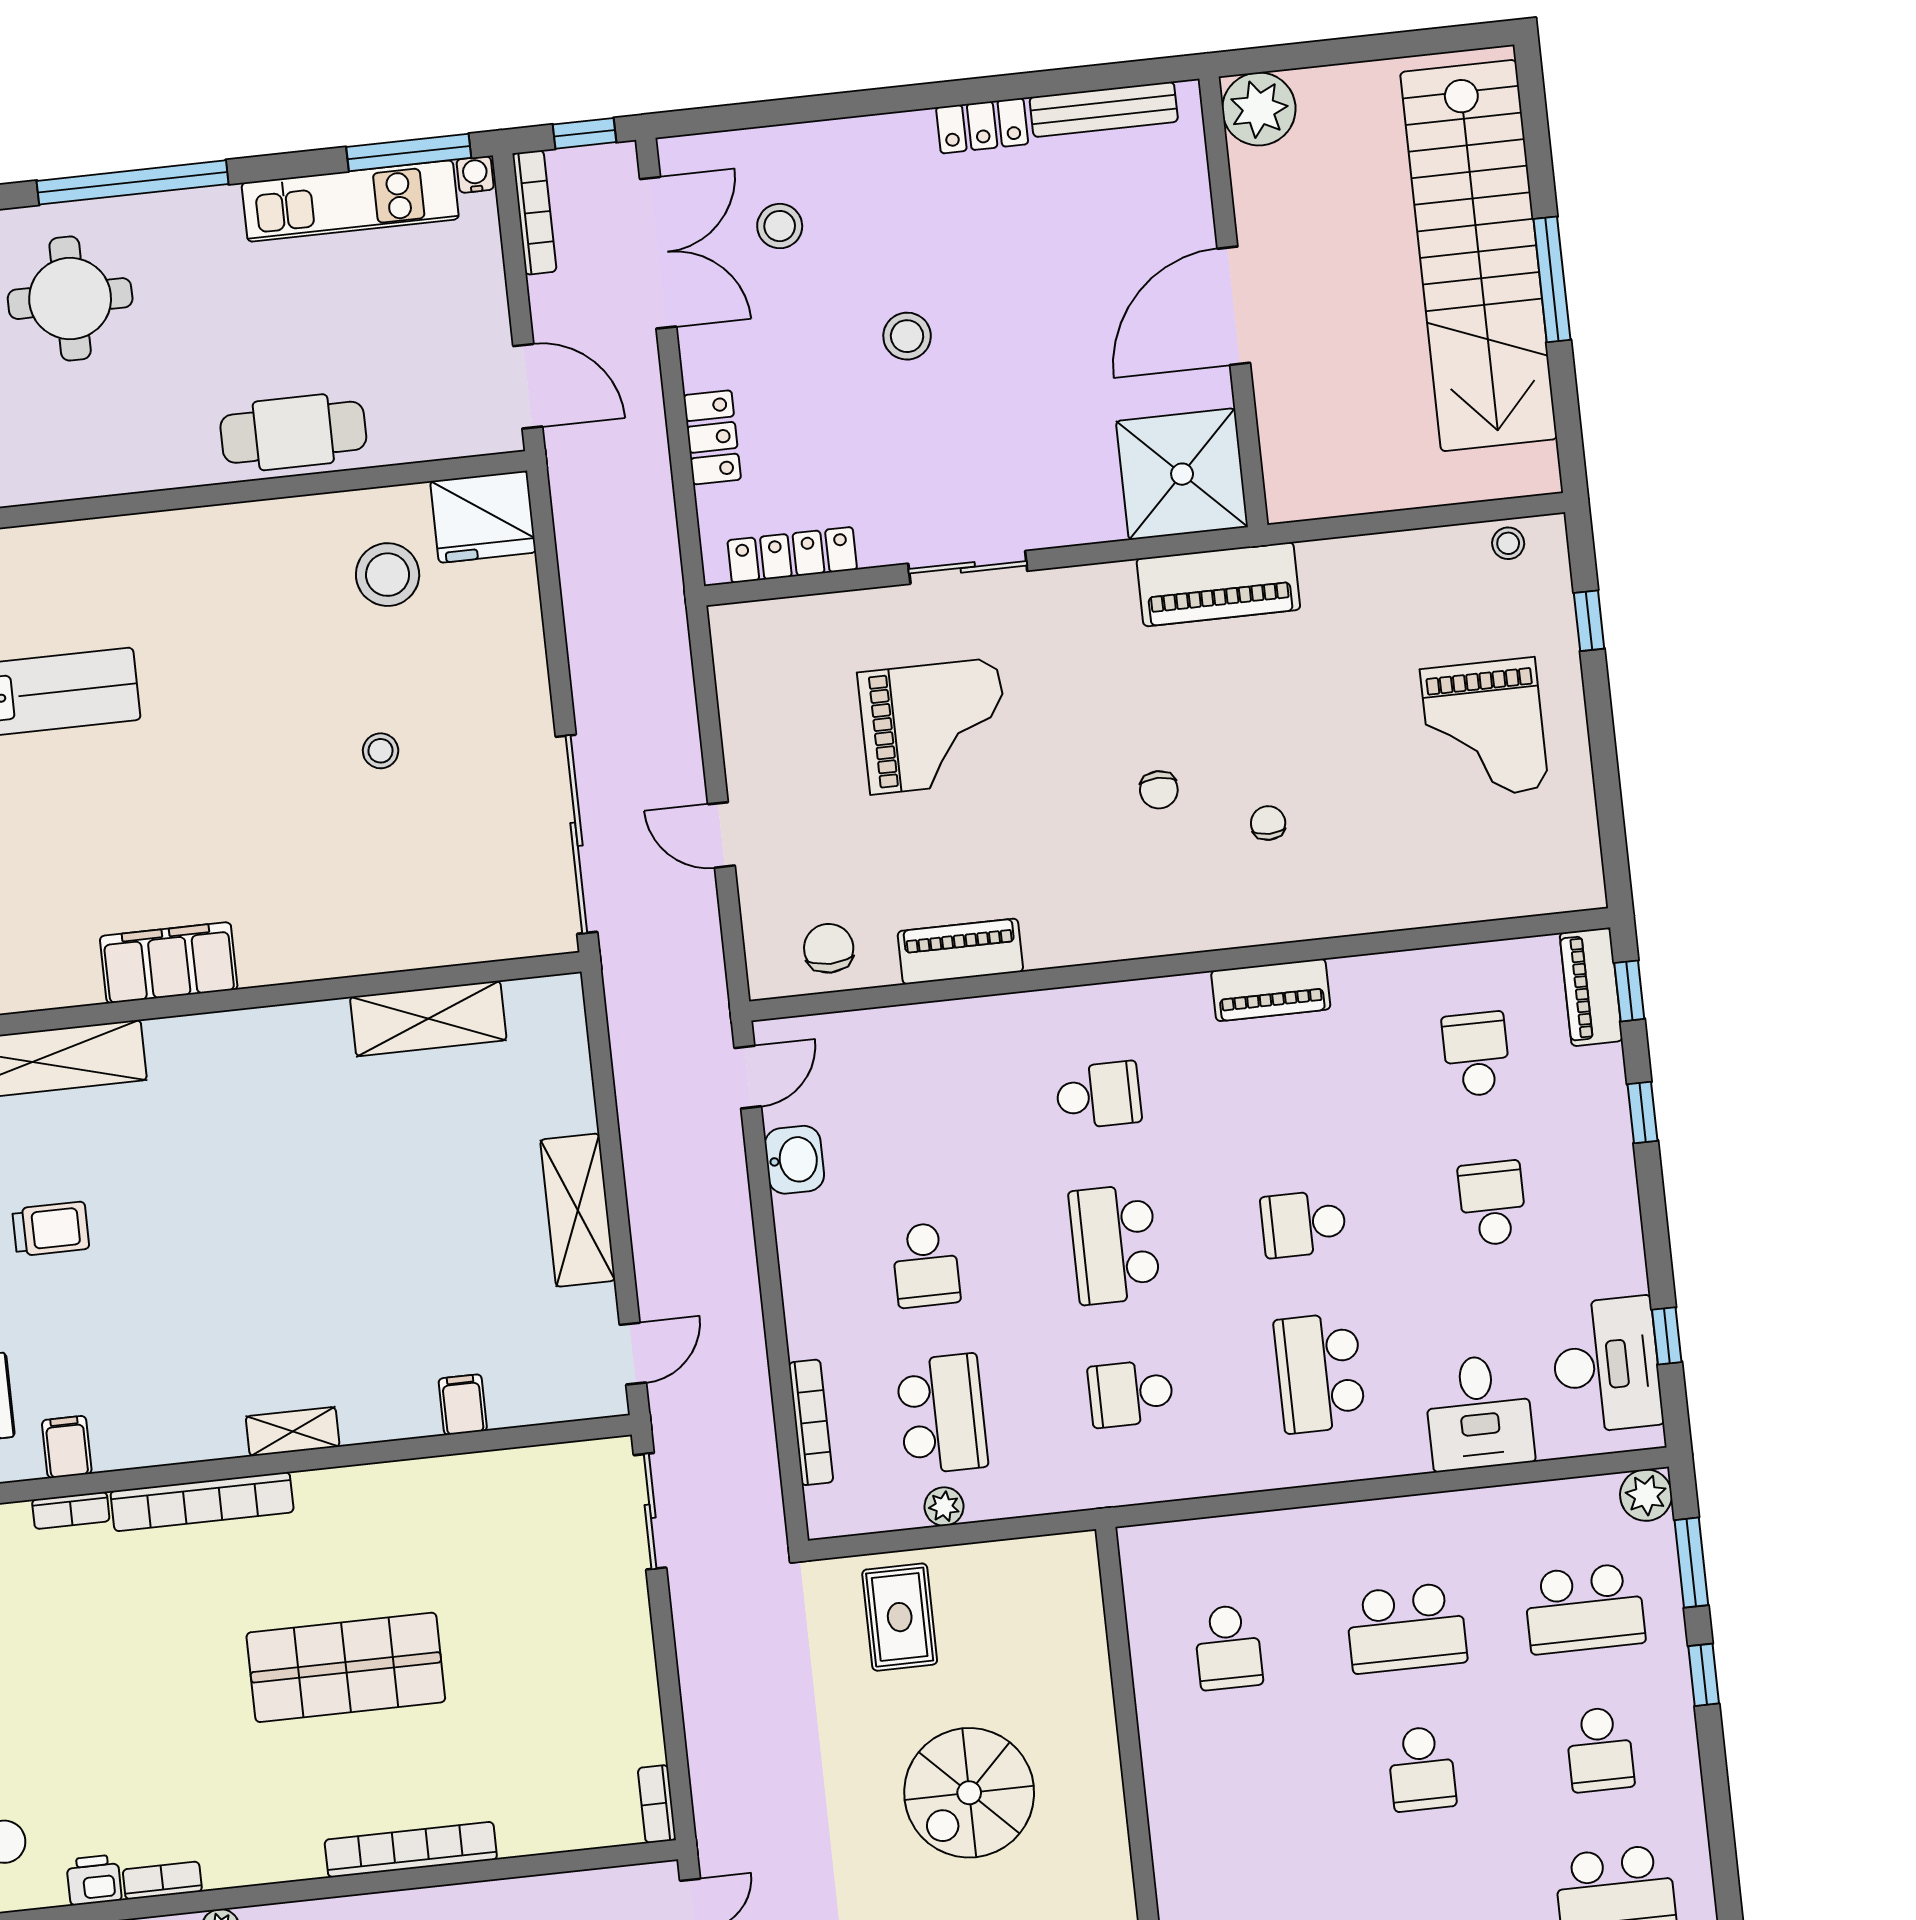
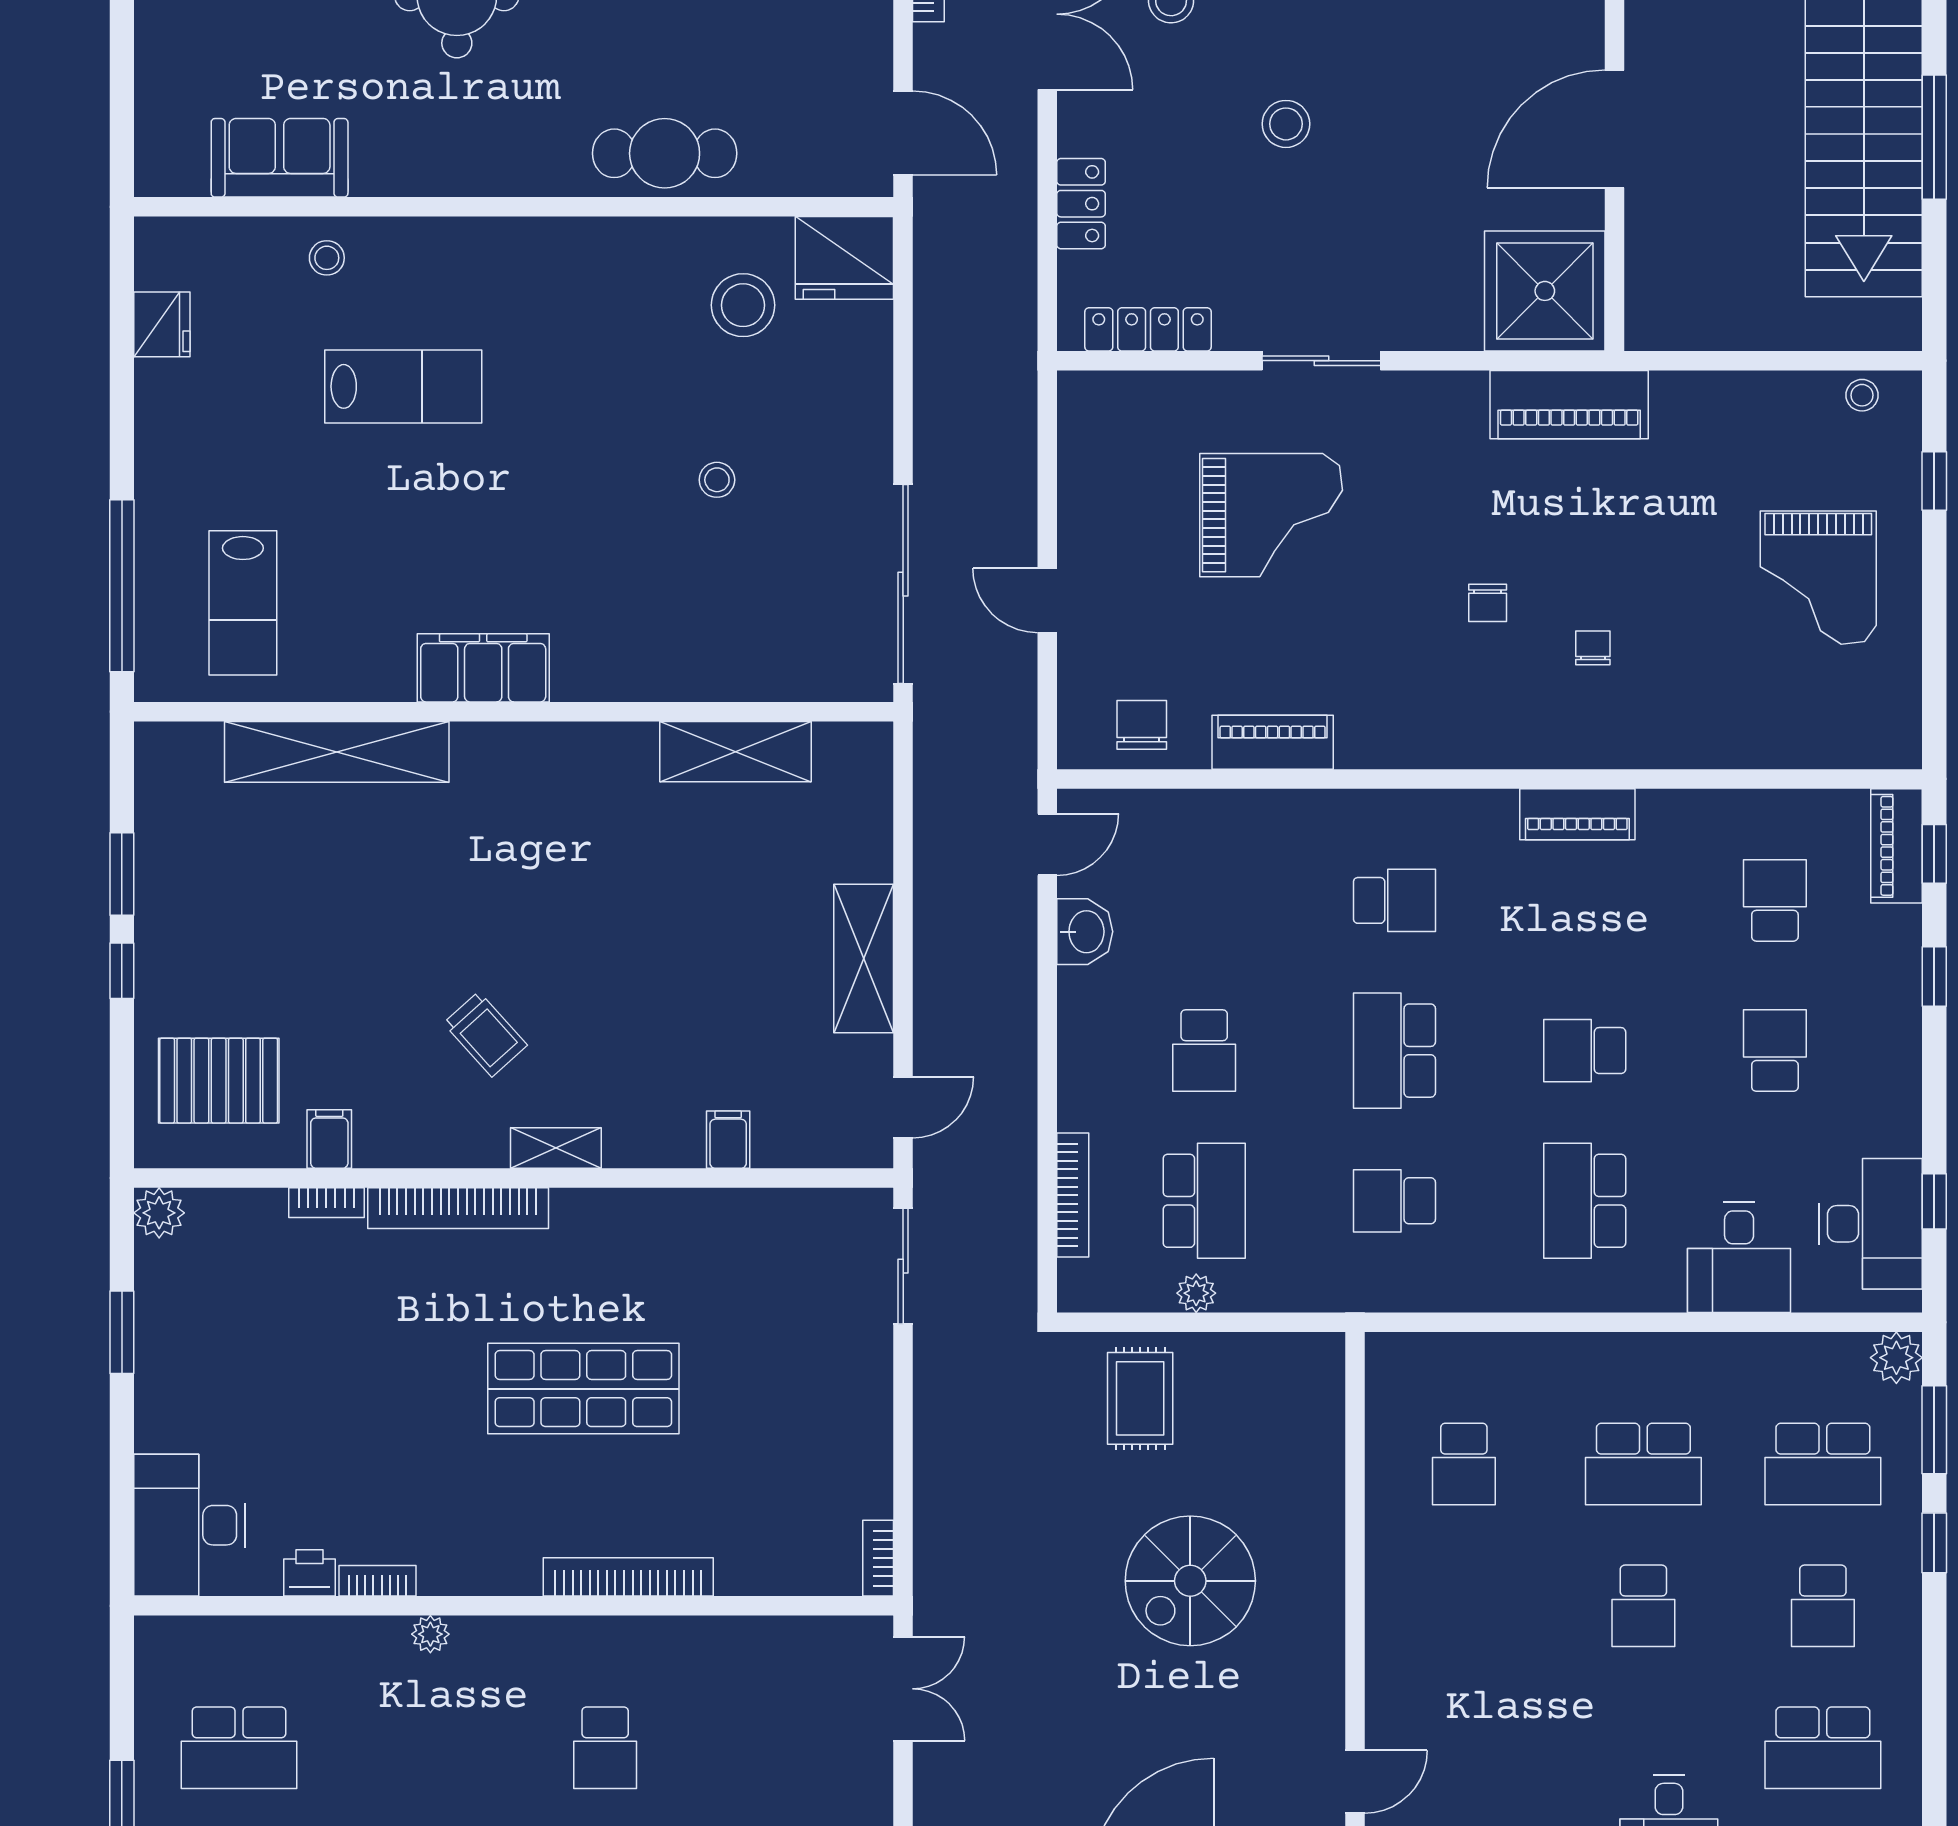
trolley: (51, 1229) -> (485, 1034), moved, turned 48

